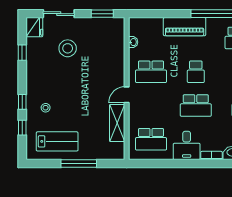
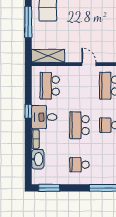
shelving: (117, 123) -> (48, 56), moved
window: (180, 164) -> (28, 111), added

